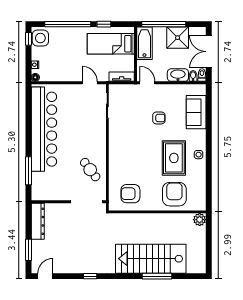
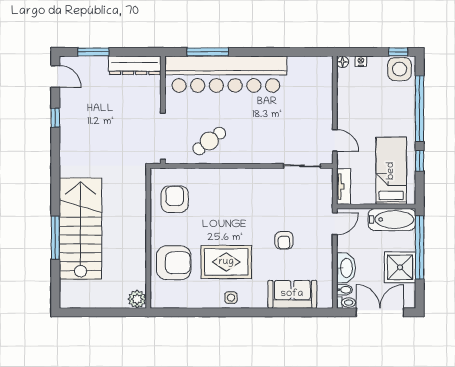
door: (90, 83) -> (335, 140), hinge flipped
bar counter: (44, 129) -> (226, 74), moved
window: (90, 276) -> (55, 118), moved

